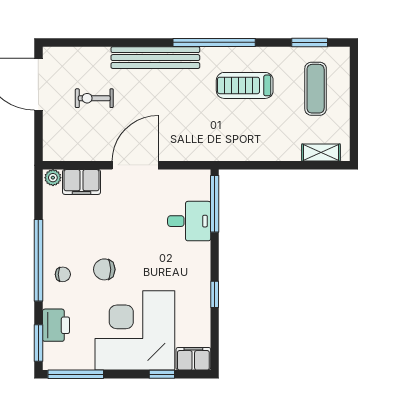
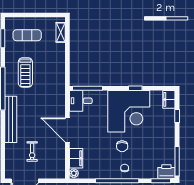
desk: (189, 221) -> (81, 101), moved, turned -90
printer: (56, 325) -> (166, 172), moved
corner desk: (135, 330) -> (129, 111), moved, turned -90

